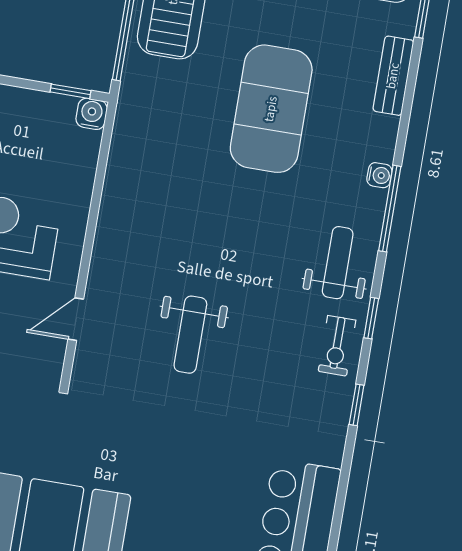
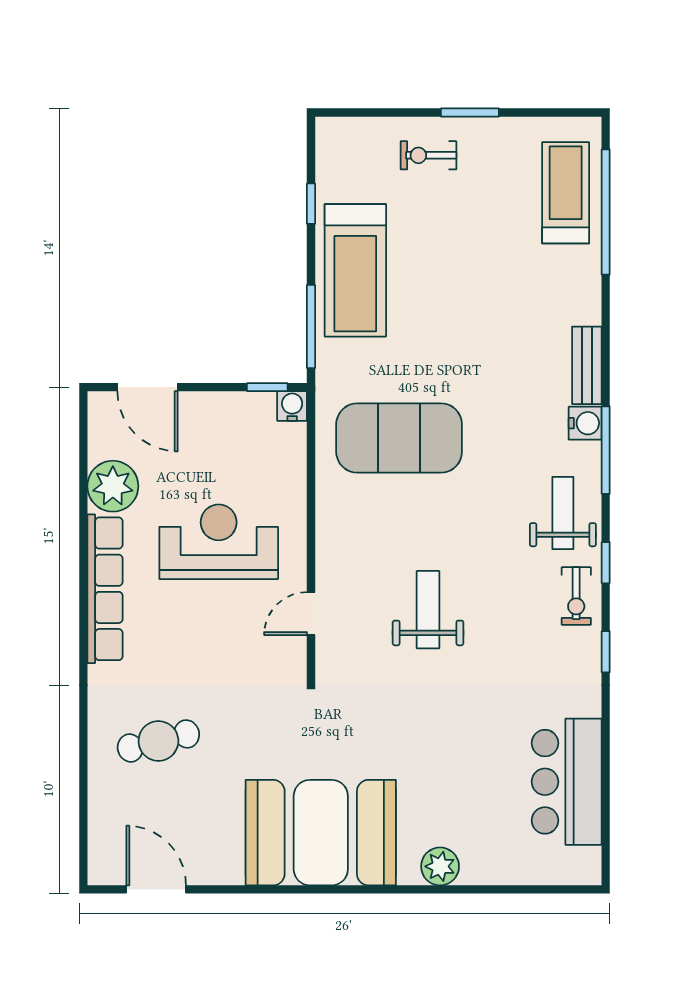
bench: (393, 76) -> (587, 365), moved
exercise mat: (271, 109) -> (399, 438), moved, turned 90
water cooler: (379, 175) -> (585, 423), width x1.38, depth x1.38
weight bench: (190, 335) -> (428, 610), turned 180

